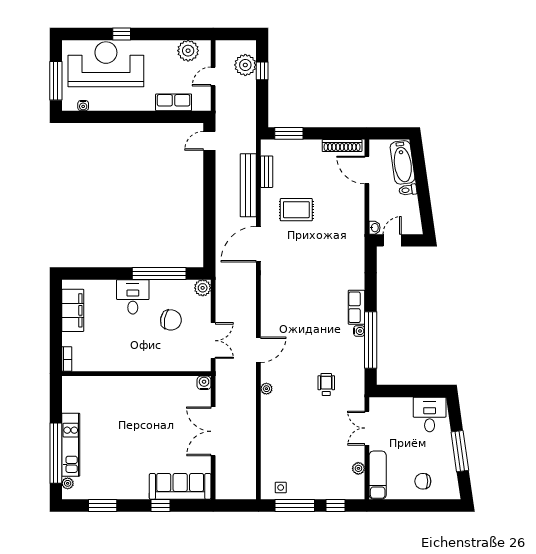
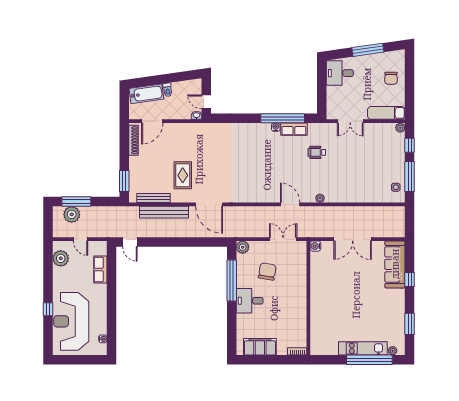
window: (262, 71) -> (76, 201), width x2.17
window: (56, 81) -> (84, 360), removed
bench: (267, 172) -> (154, 198), width x1.36
row of seats: (356, 307) -> (294, 129), moved
plant: (358, 468) -> (400, 128), moved

